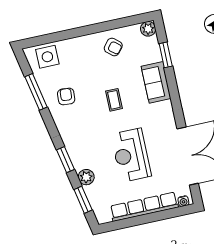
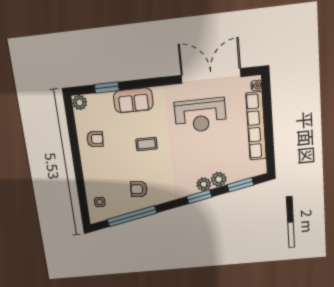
armchair: (113, 47) -> (95, 139), turned 55
side table: (47, 57) -> (100, 202), width x0.54, depth x0.54
window: (36, 92) -> (132, 216), width x1.46
reception desk: (131, 155) -> (200, 115), moved
plant: (79, 162) -> (204, 184), added

